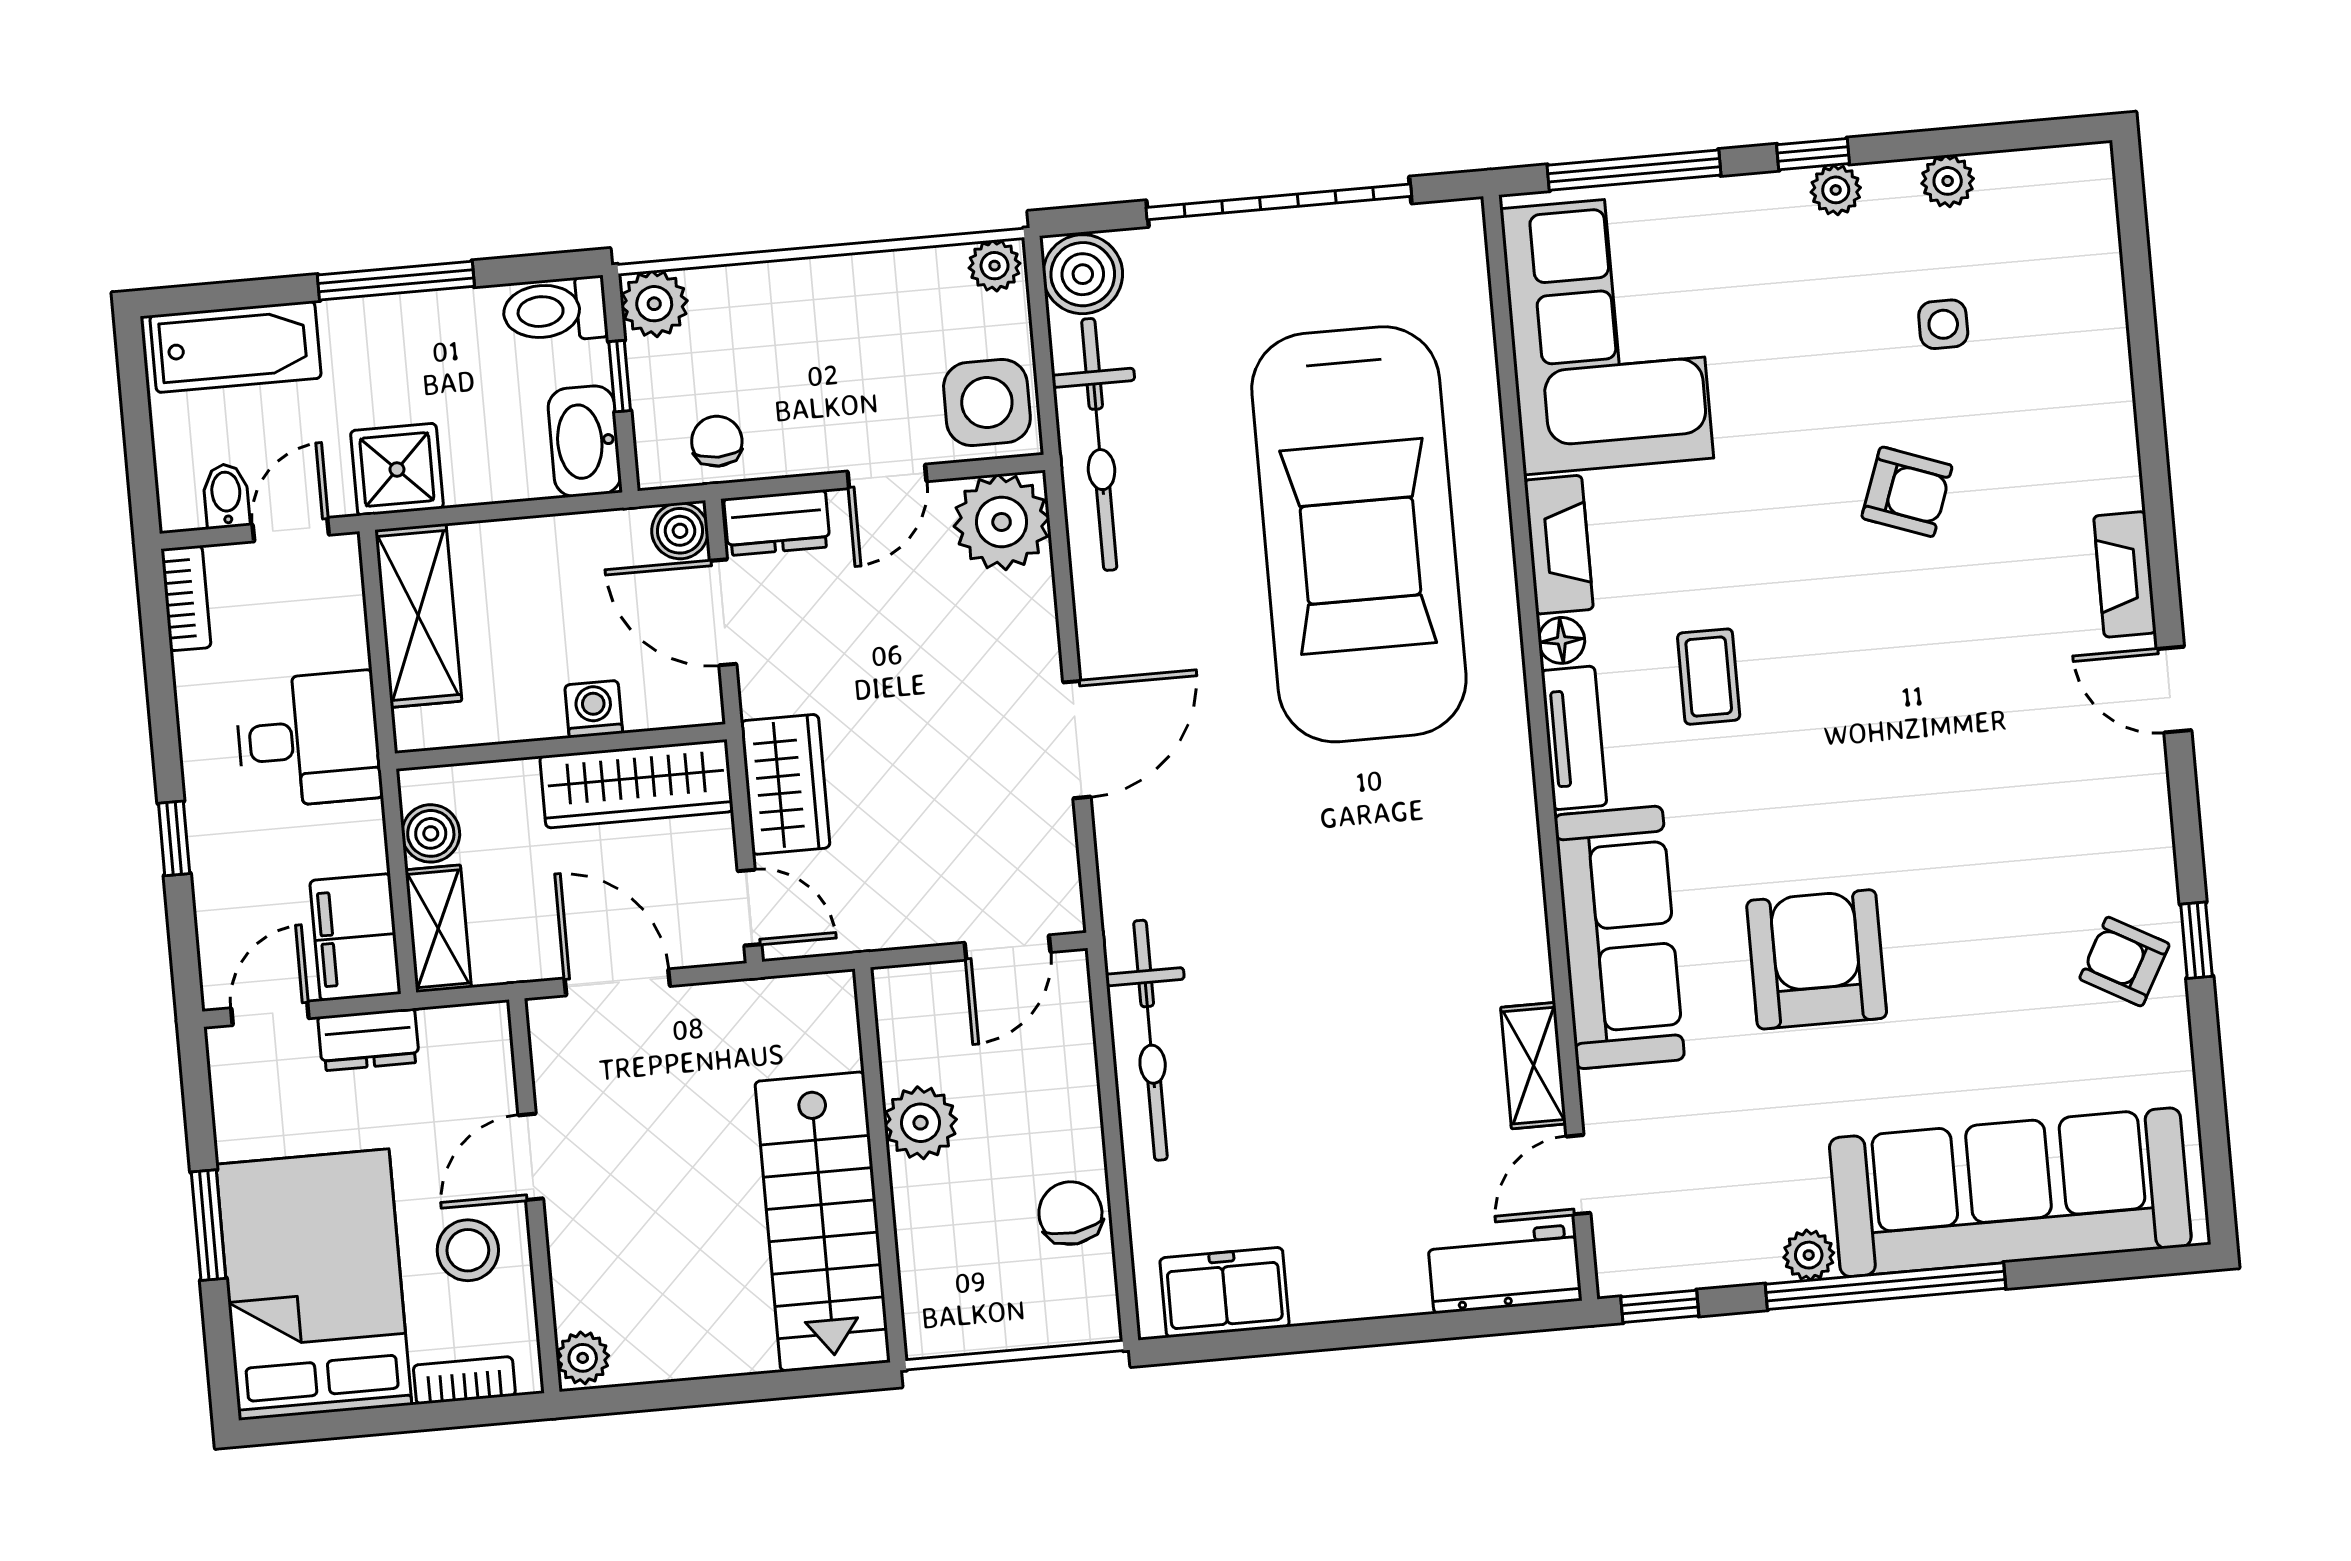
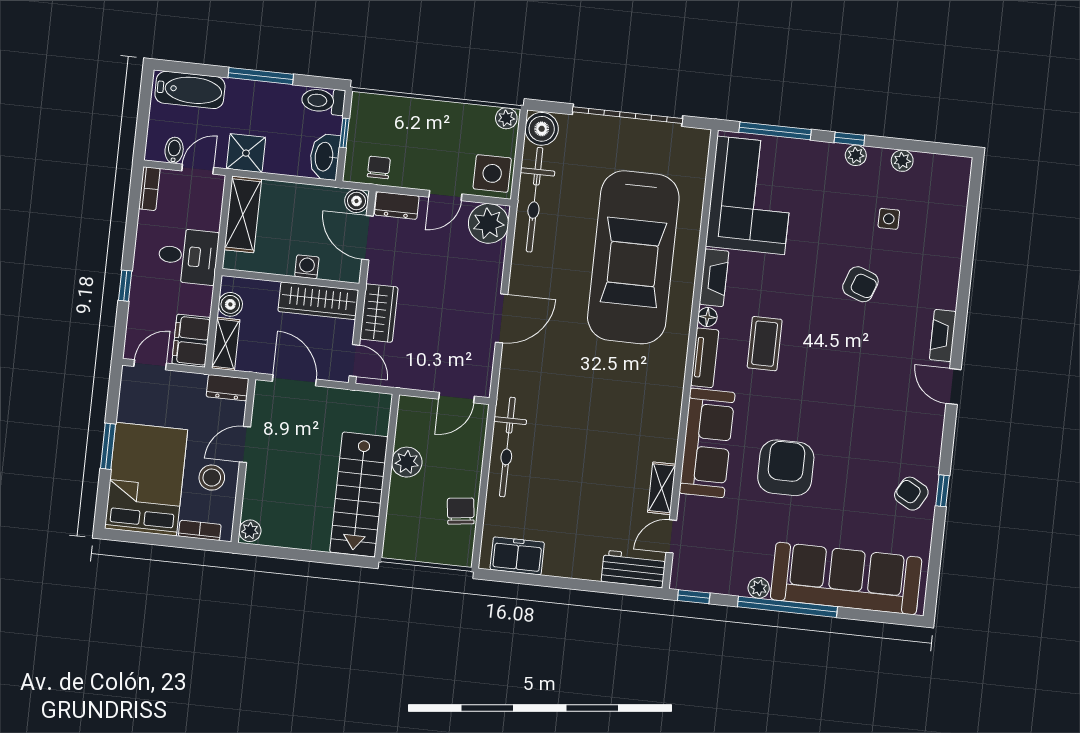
plant: (654, 304) -> (364, 106), removed
coffee table: (1709, 677) -> (765, 344), width x1.36, depth x1.30
dresser: (368, 1040) -> (228, 388), moved

